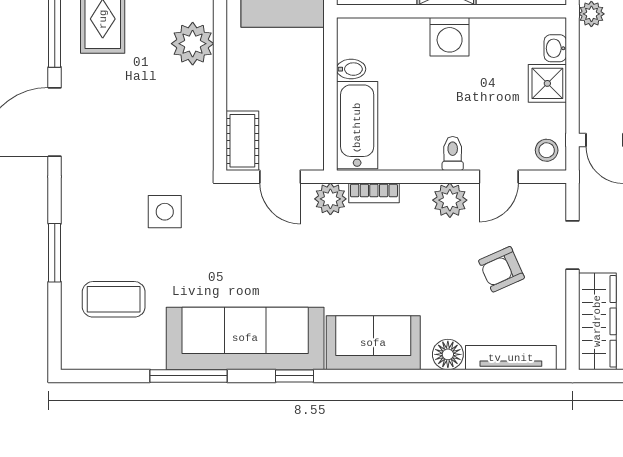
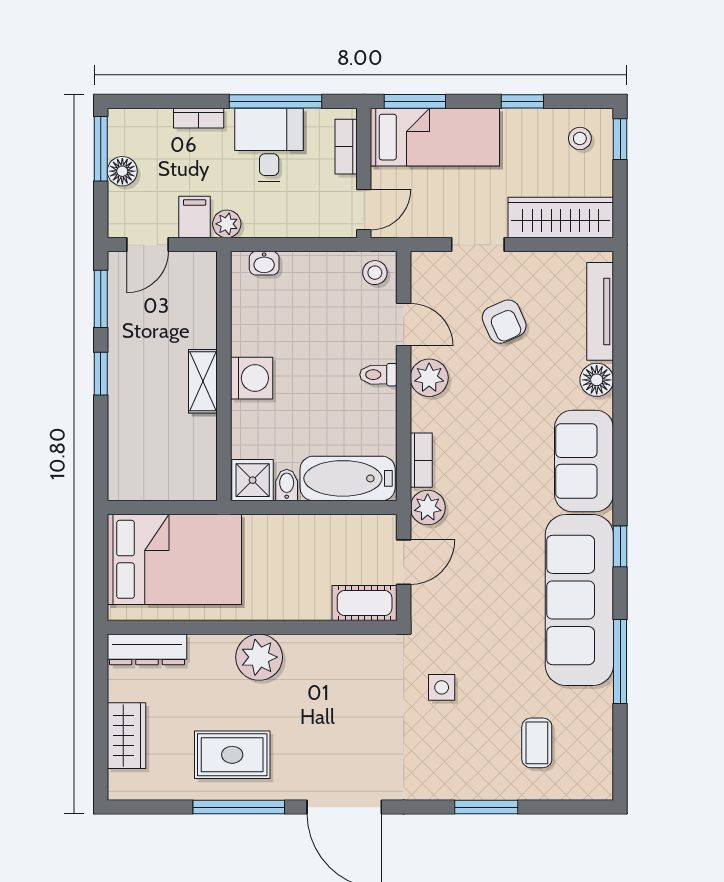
shower: (547, 83) -> (253, 480), moved
side table: (165, 212) -> (442, 687), width x0.73, depth x0.73
coffee table: (114, 299) -> (537, 743), width x0.73, depth x0.77

